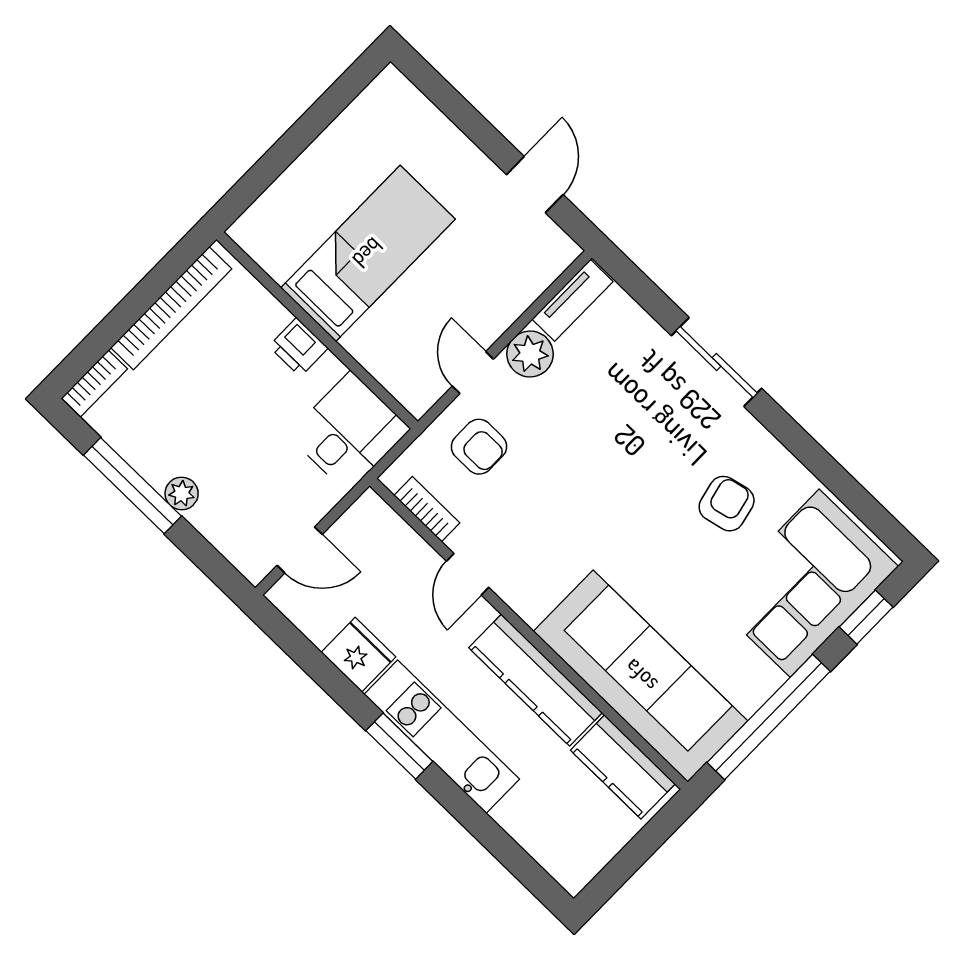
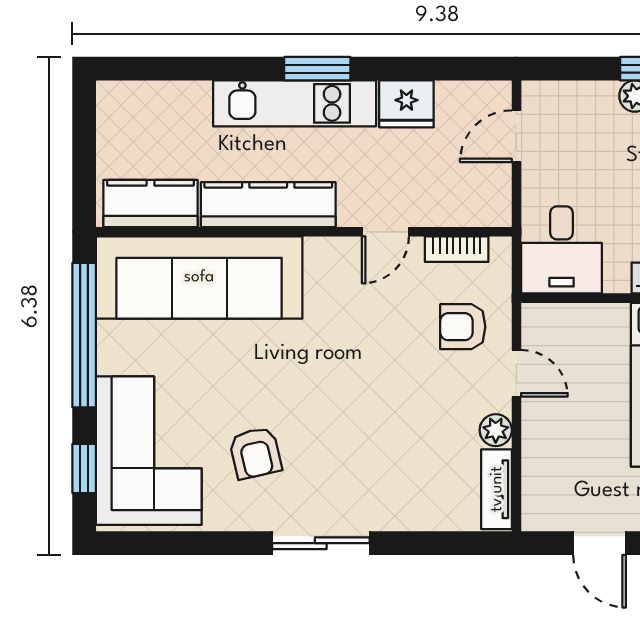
plant: (530, 354) -> (496, 430), width x0.73, depth x0.73
sliding door: (717, 362) -> (321, 543), moved
door: (468, 574) -> (385, 232), swing flipped

